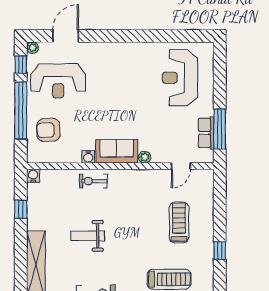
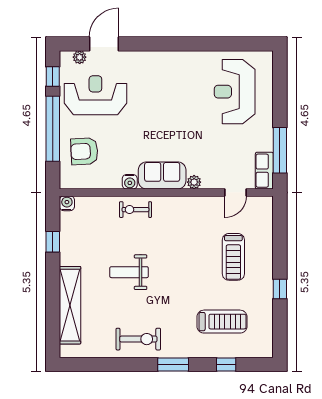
plant: (32, 48) -> (80, 57), moved
reception desk: (58, 81) -> (95, 95), turned 180
row of seats: (206, 133) -> (264, 171), moved
treadmill: (179, 223) -> (233, 257), turned 180

